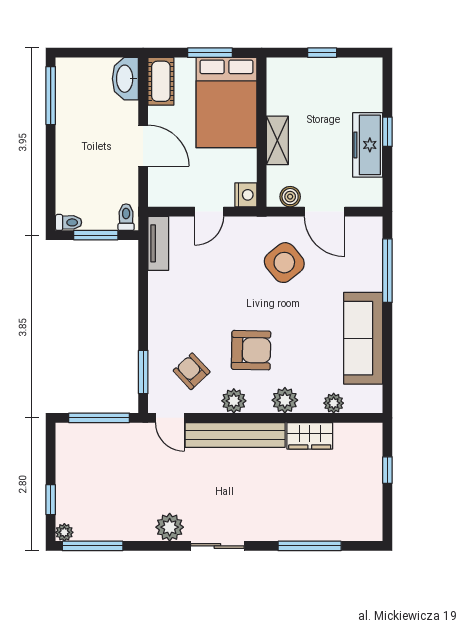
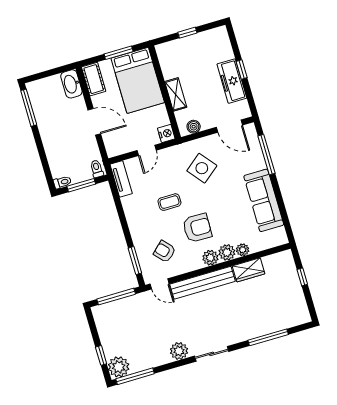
door: (325, 212) -> (229, 126), moved
coffee table: (221, 299) -> (169, 202), added
plant: (234, 401) -> (210, 258), moved
plant: (334, 403) -> (243, 250), moved
plant: (64, 532) -> (119, 367), width x1.88, depth x1.88

